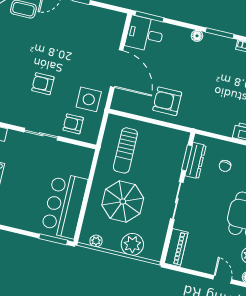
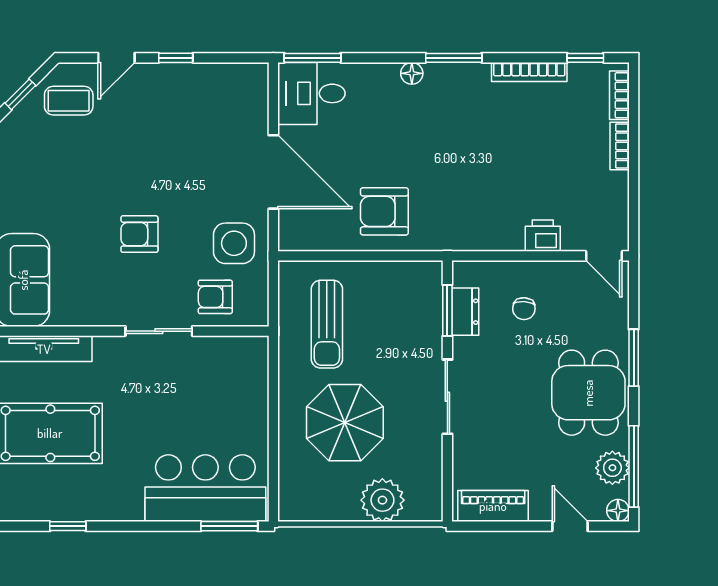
dresser: (196, 161) -> (465, 312), width x0.70
bar counter: (64, 205) -> (205, 488), moved, turned 90
plant: (96, 241) -> (312, 510), removed
piano: (176, 248) -> (493, 506), moved, turned -90

